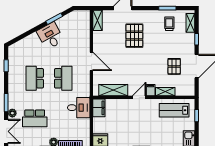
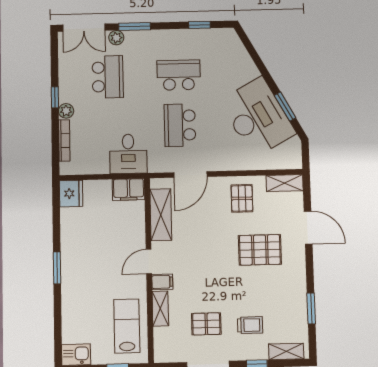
trolley: (169, 24) -> (250, 325), moved
desk: (50, 36) -> (258, 117), width x1.87, depth x1.30
pallet: (105, 45) -> (242, 198), added
door: (91, 61) -> (190, 175), moved
school desk: (63, 78) -> (180, 125), turned 90
door: (139, 97) -> (149, 262), swing flipped
school desk: (35, 118) -> (108, 77), turned 180

